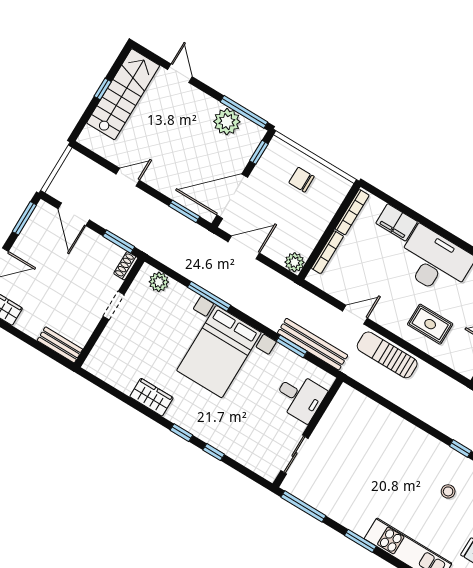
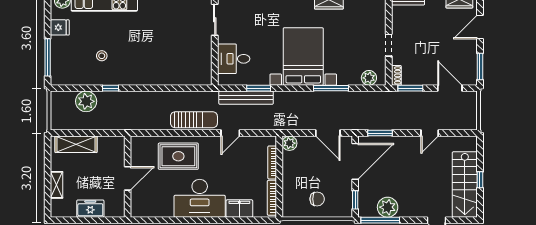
door: (244, 247) -> (328, 133), hinge flipped
rug: (430, 324) -> (178, 156), width x1.36, depth x1.43

